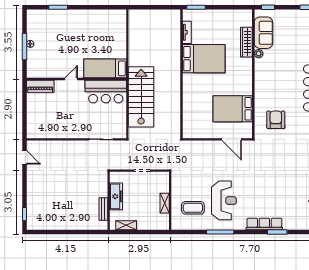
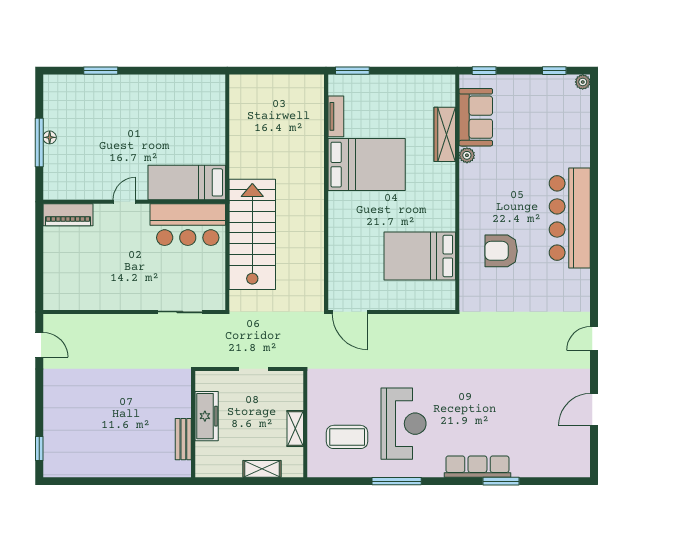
armchair: (276, 120) -> (501, 251), moved, turned -90
door: (232, 139) -> (350, 312), moved
shelving: (126, 225) -> (262, 469), moved

